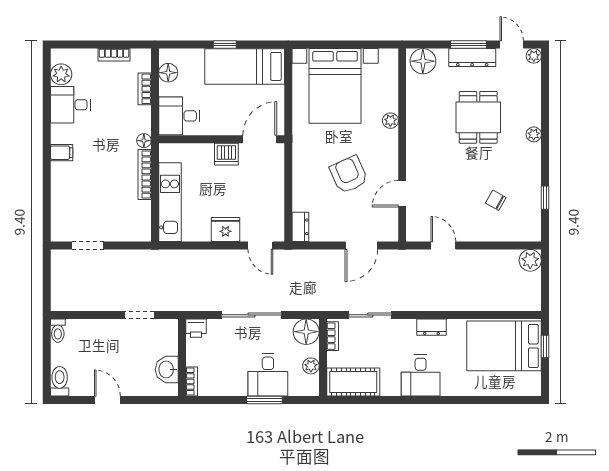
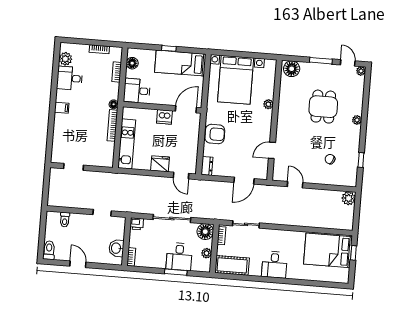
dresser: (472, 58) -> (323, 69), removed
armchair: (349, 175) -> (215, 134), moved, turned 114
dresser: (431, 327) -> (284, 235), removed
toilet: (58, 331) -> (65, 220), moved

